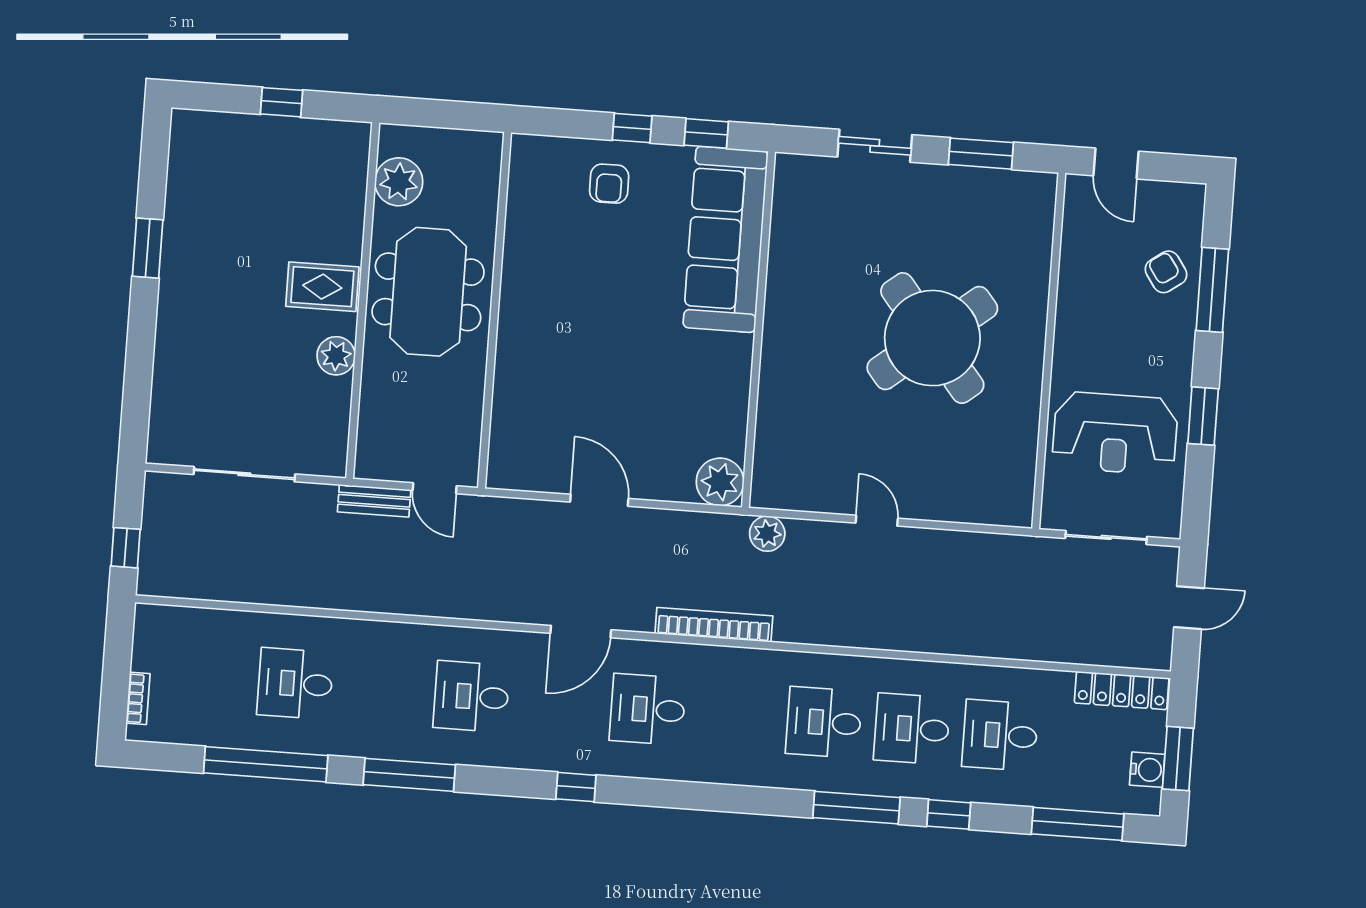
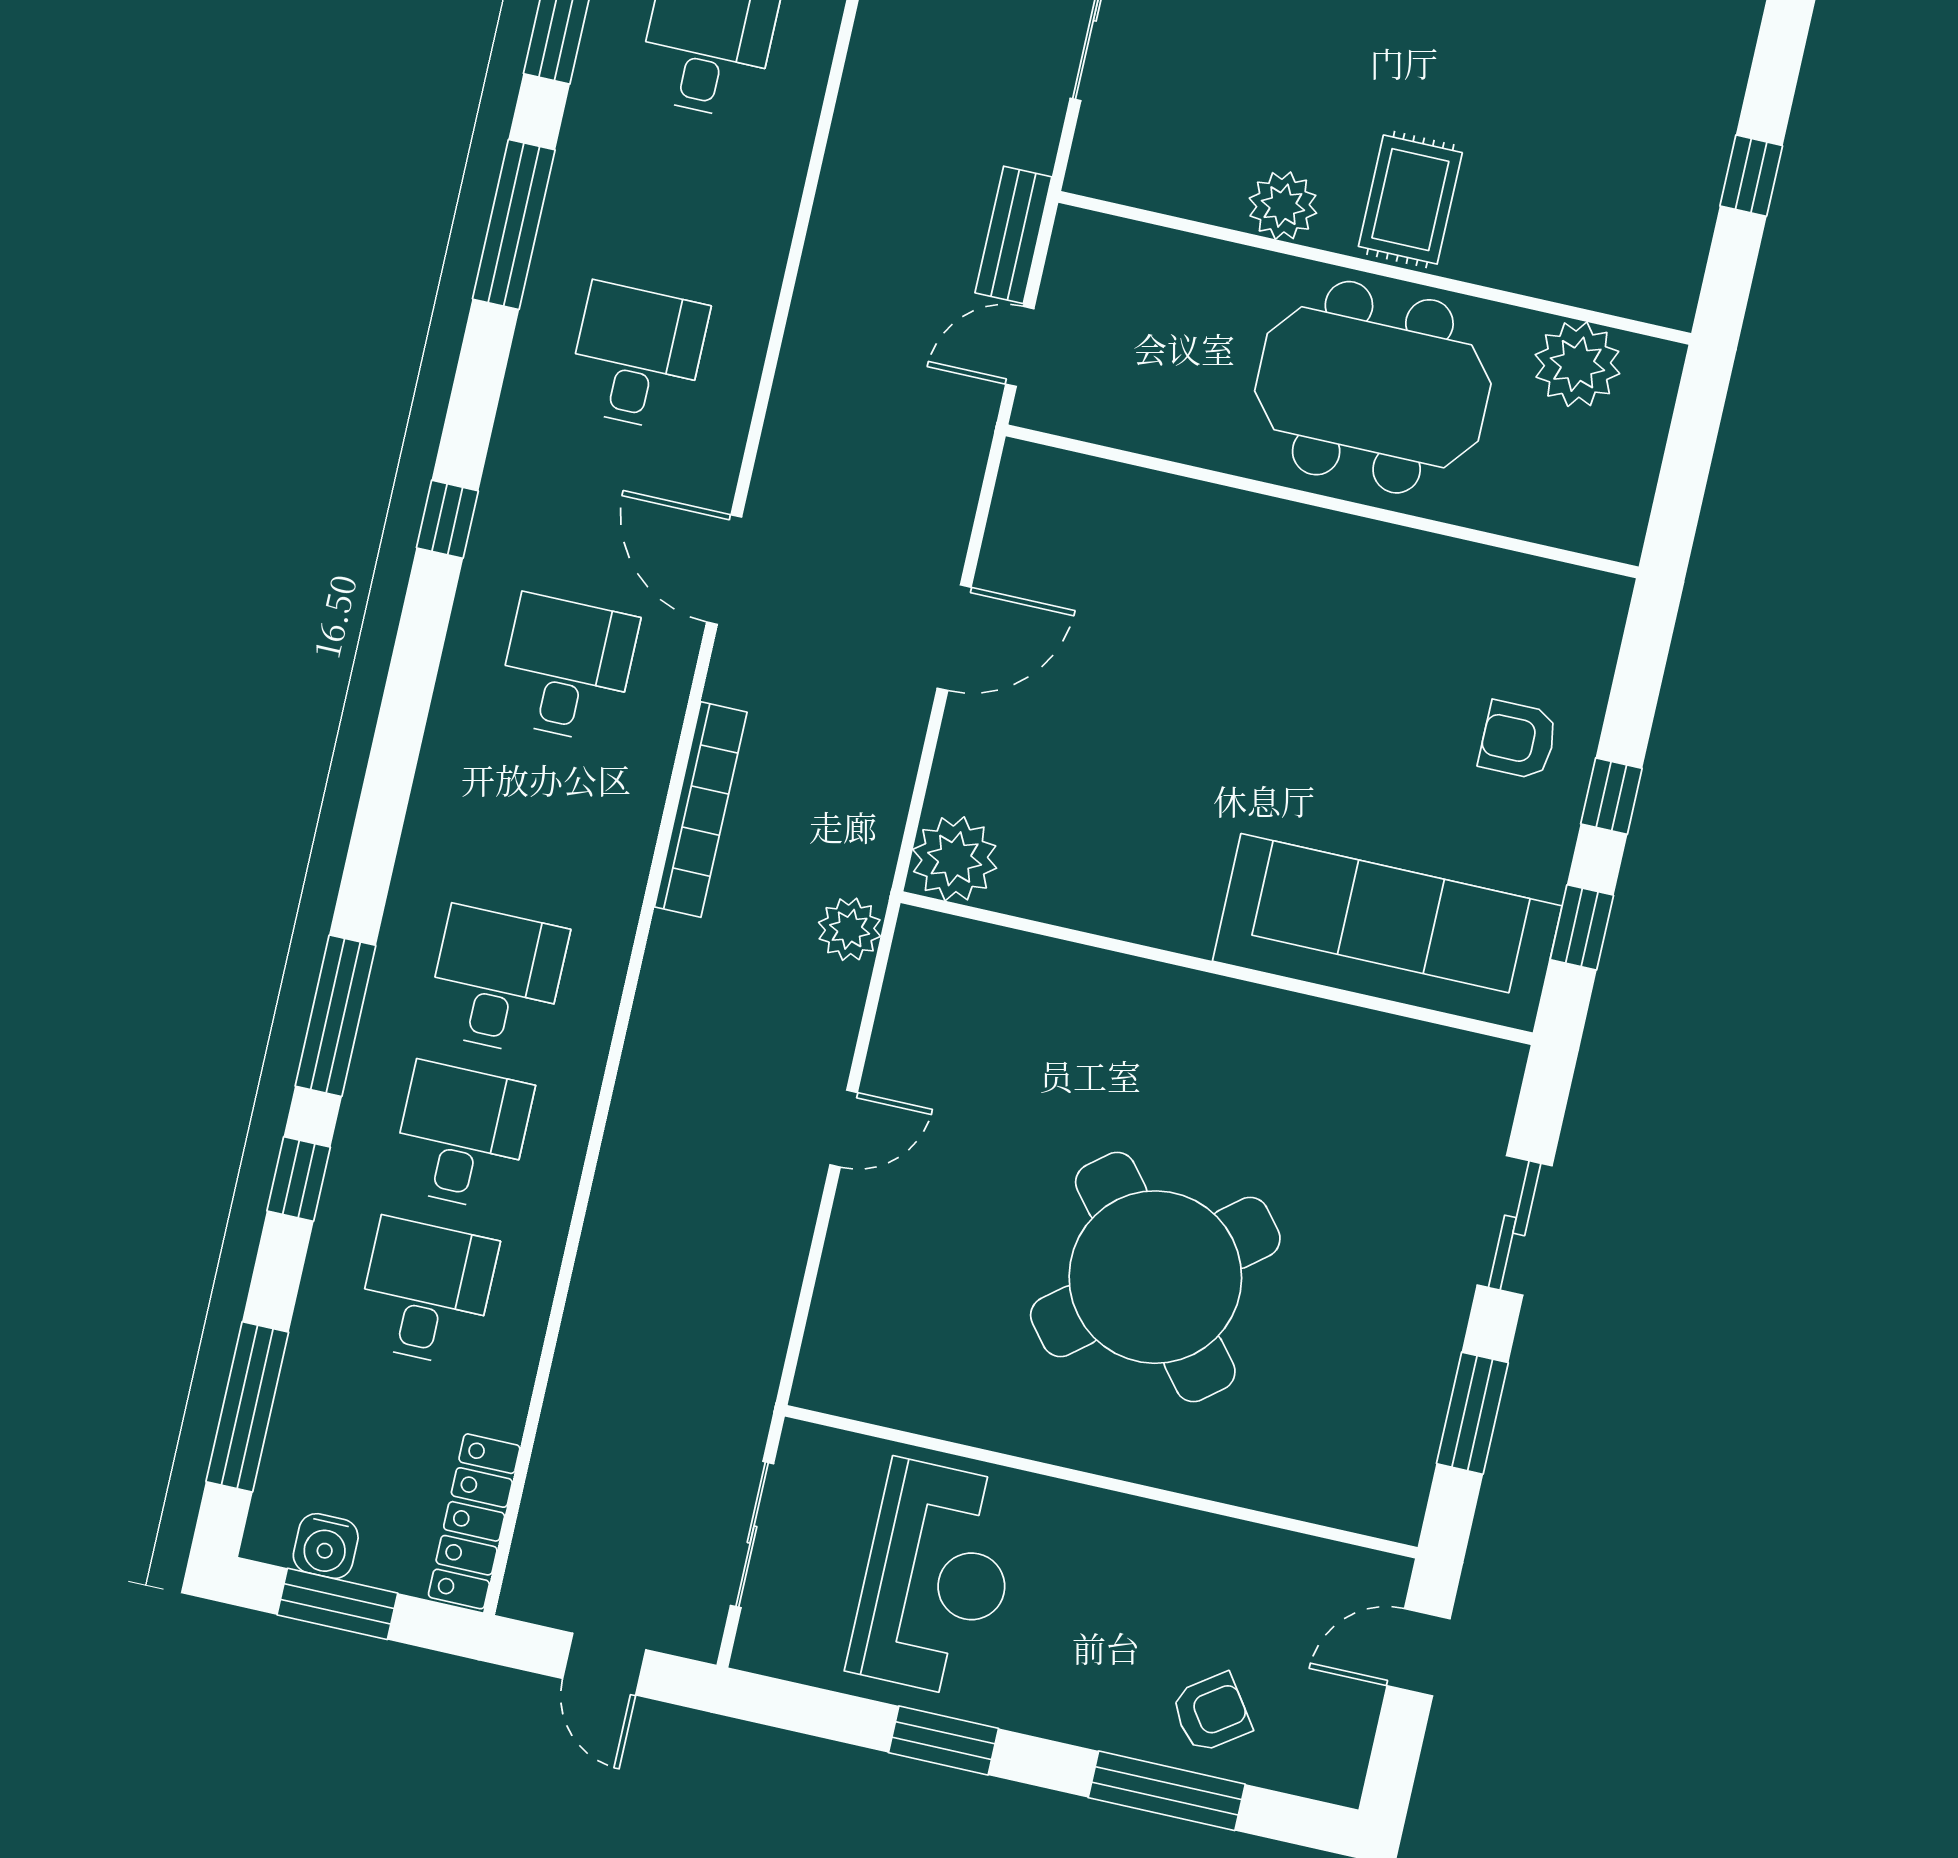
reception desk: (1115, 433) -> (936, 1578), turned 180

